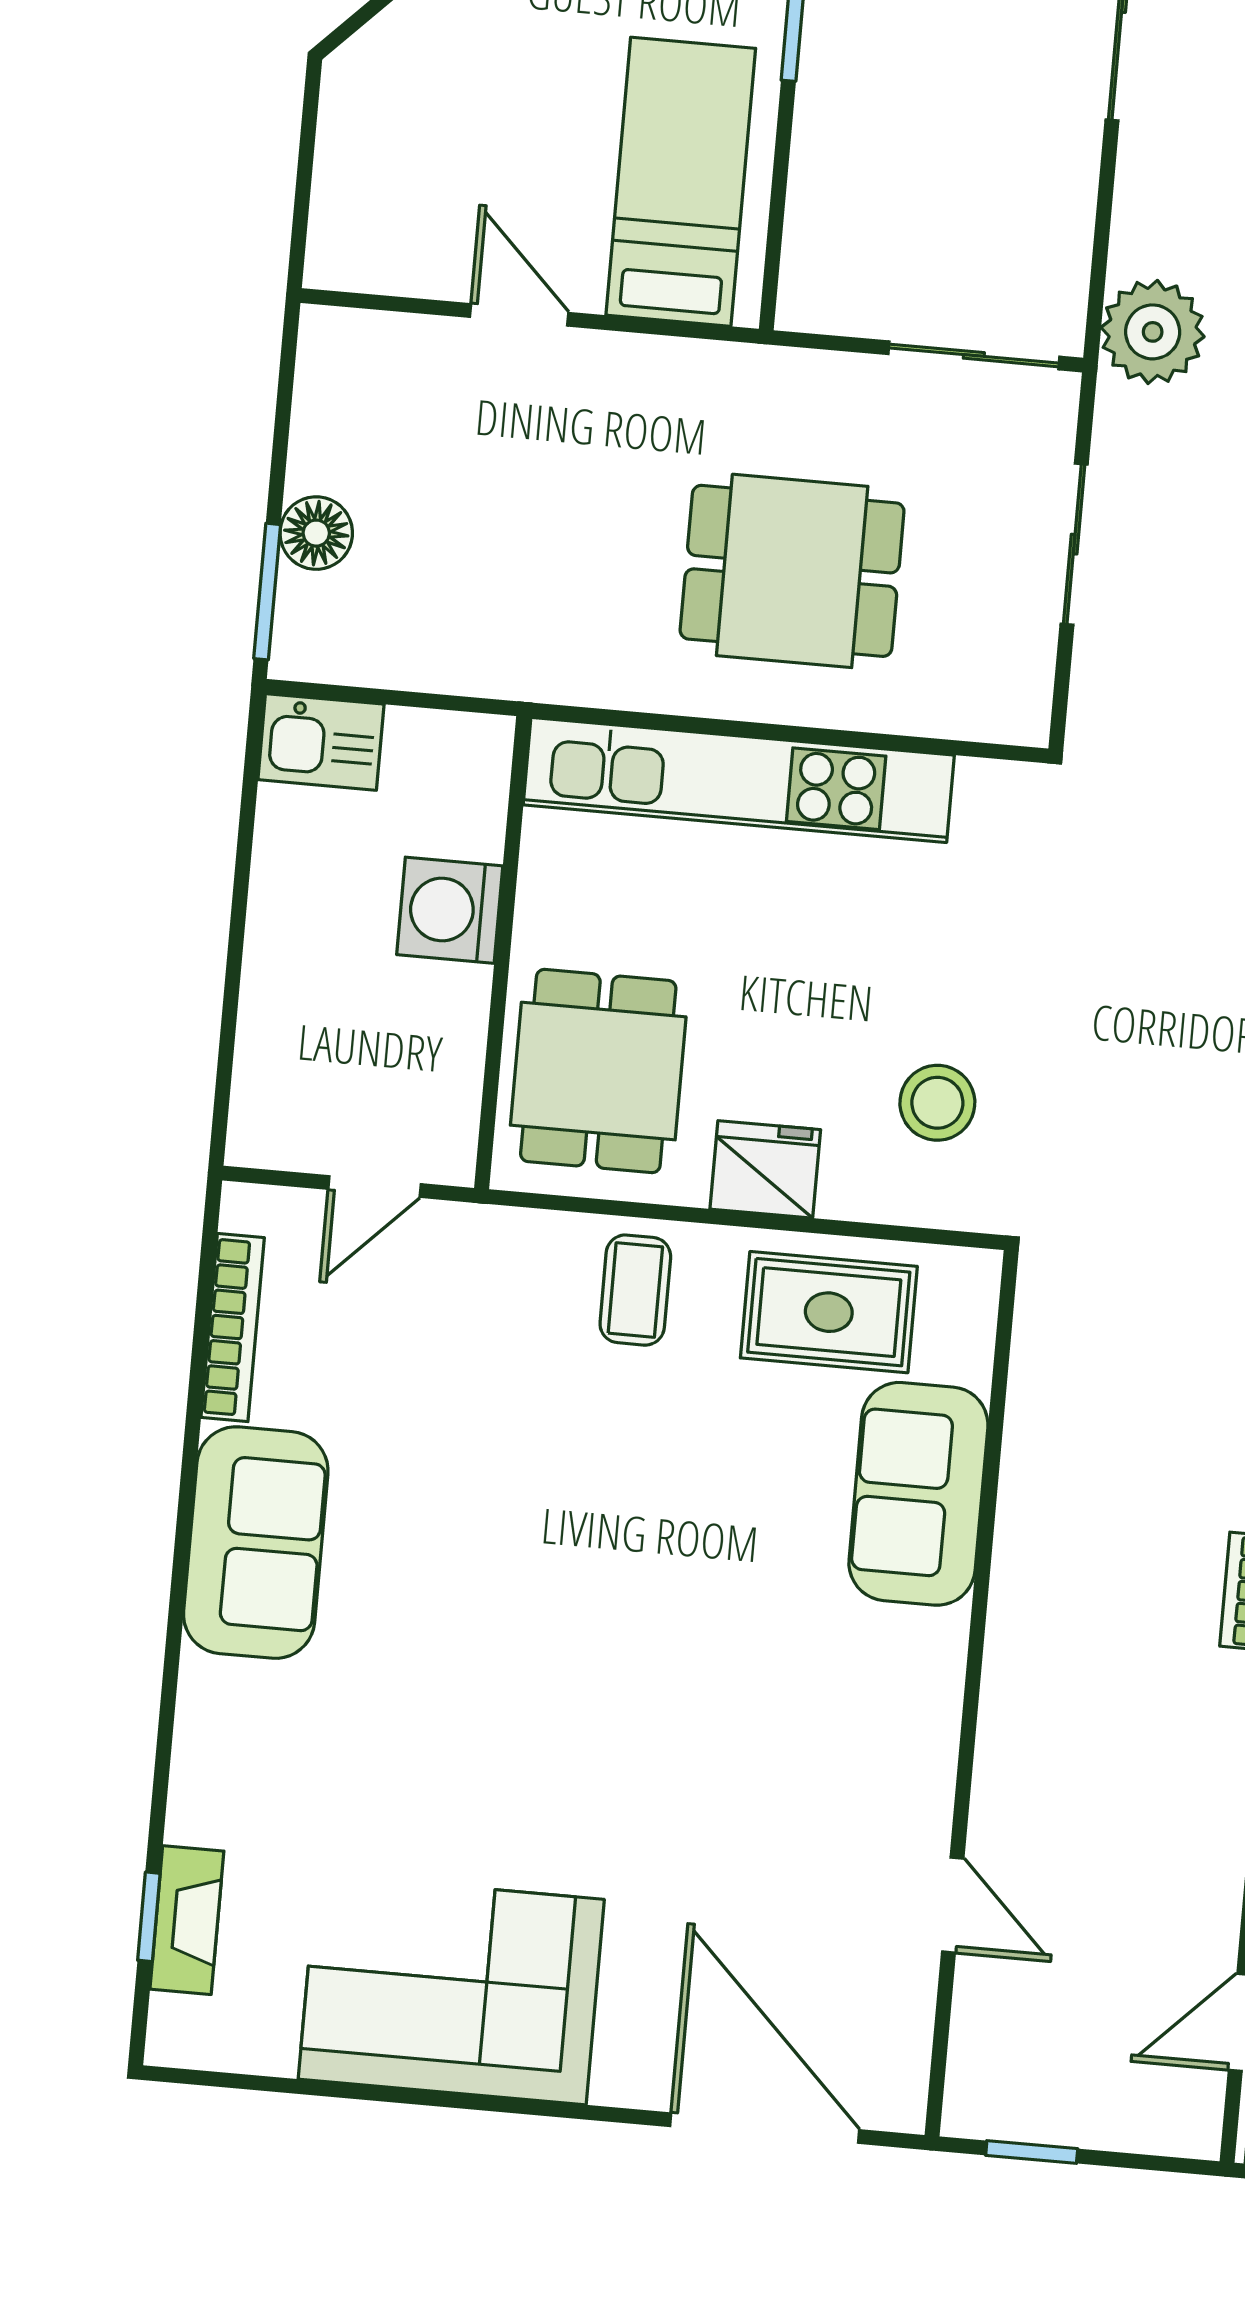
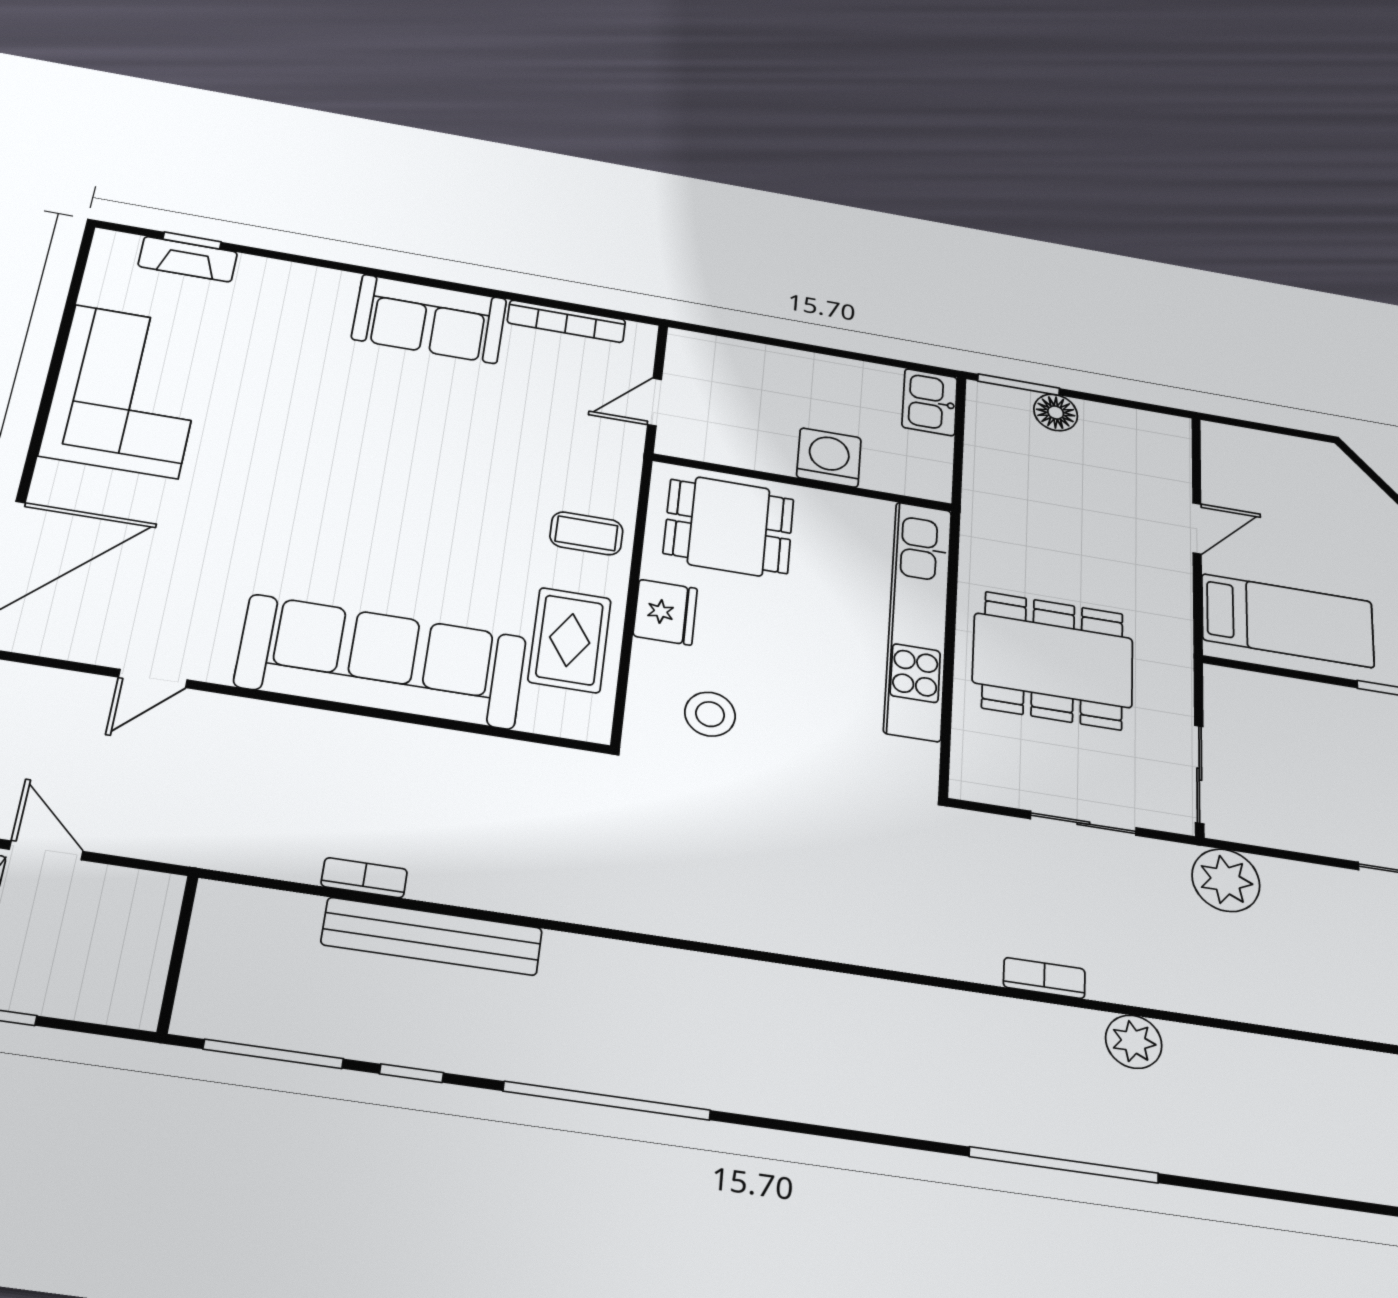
dining table: (792, 571) -> (1053, 660), width x1.38
door: (375, 1187) -> (655, 402), hinge flipped
sofa: (918, 1494) -> (382, 662), width x1.85, depth x1.27

